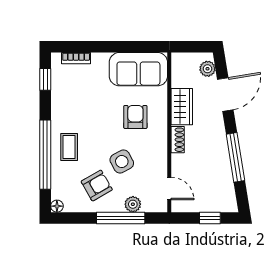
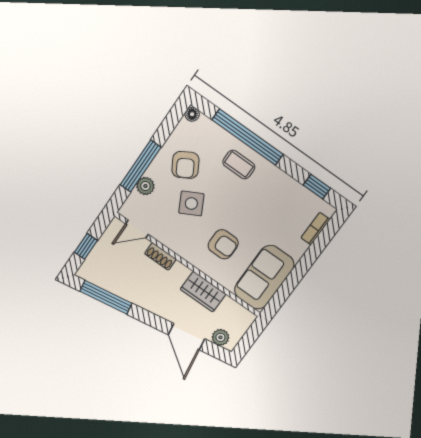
shoe rack: (178, 140) -> (160, 256), moved
window: (235, 157) -> (106, 297), moved

